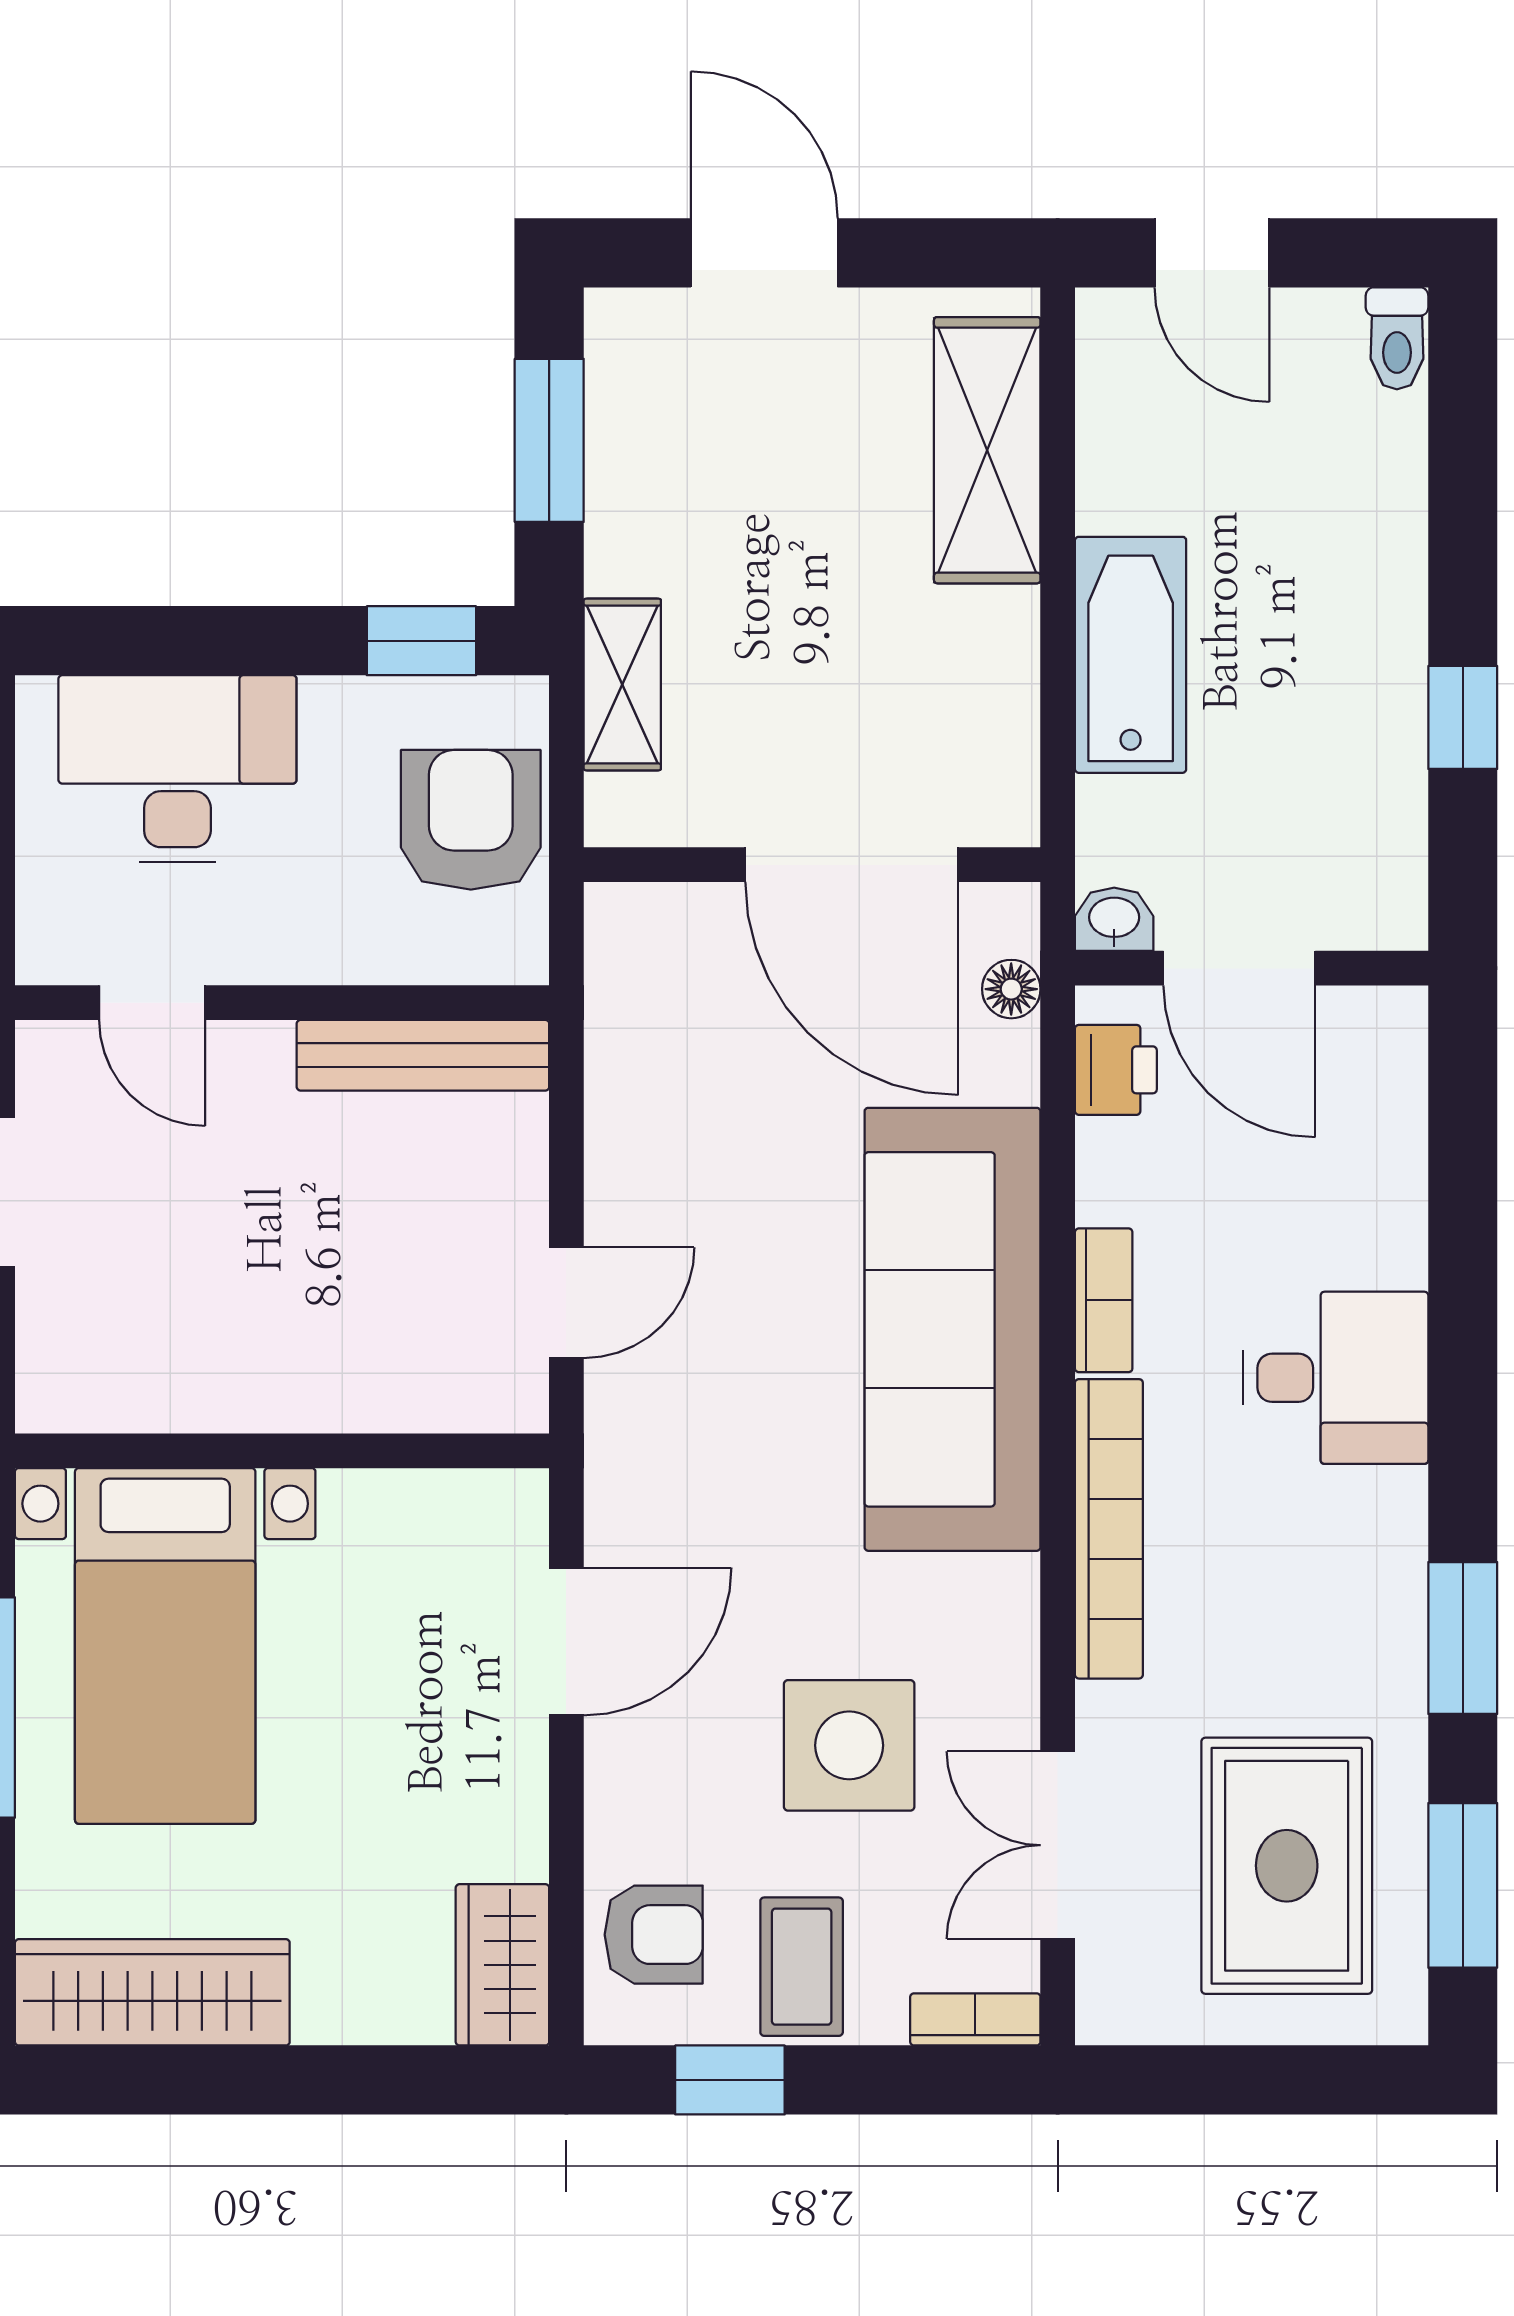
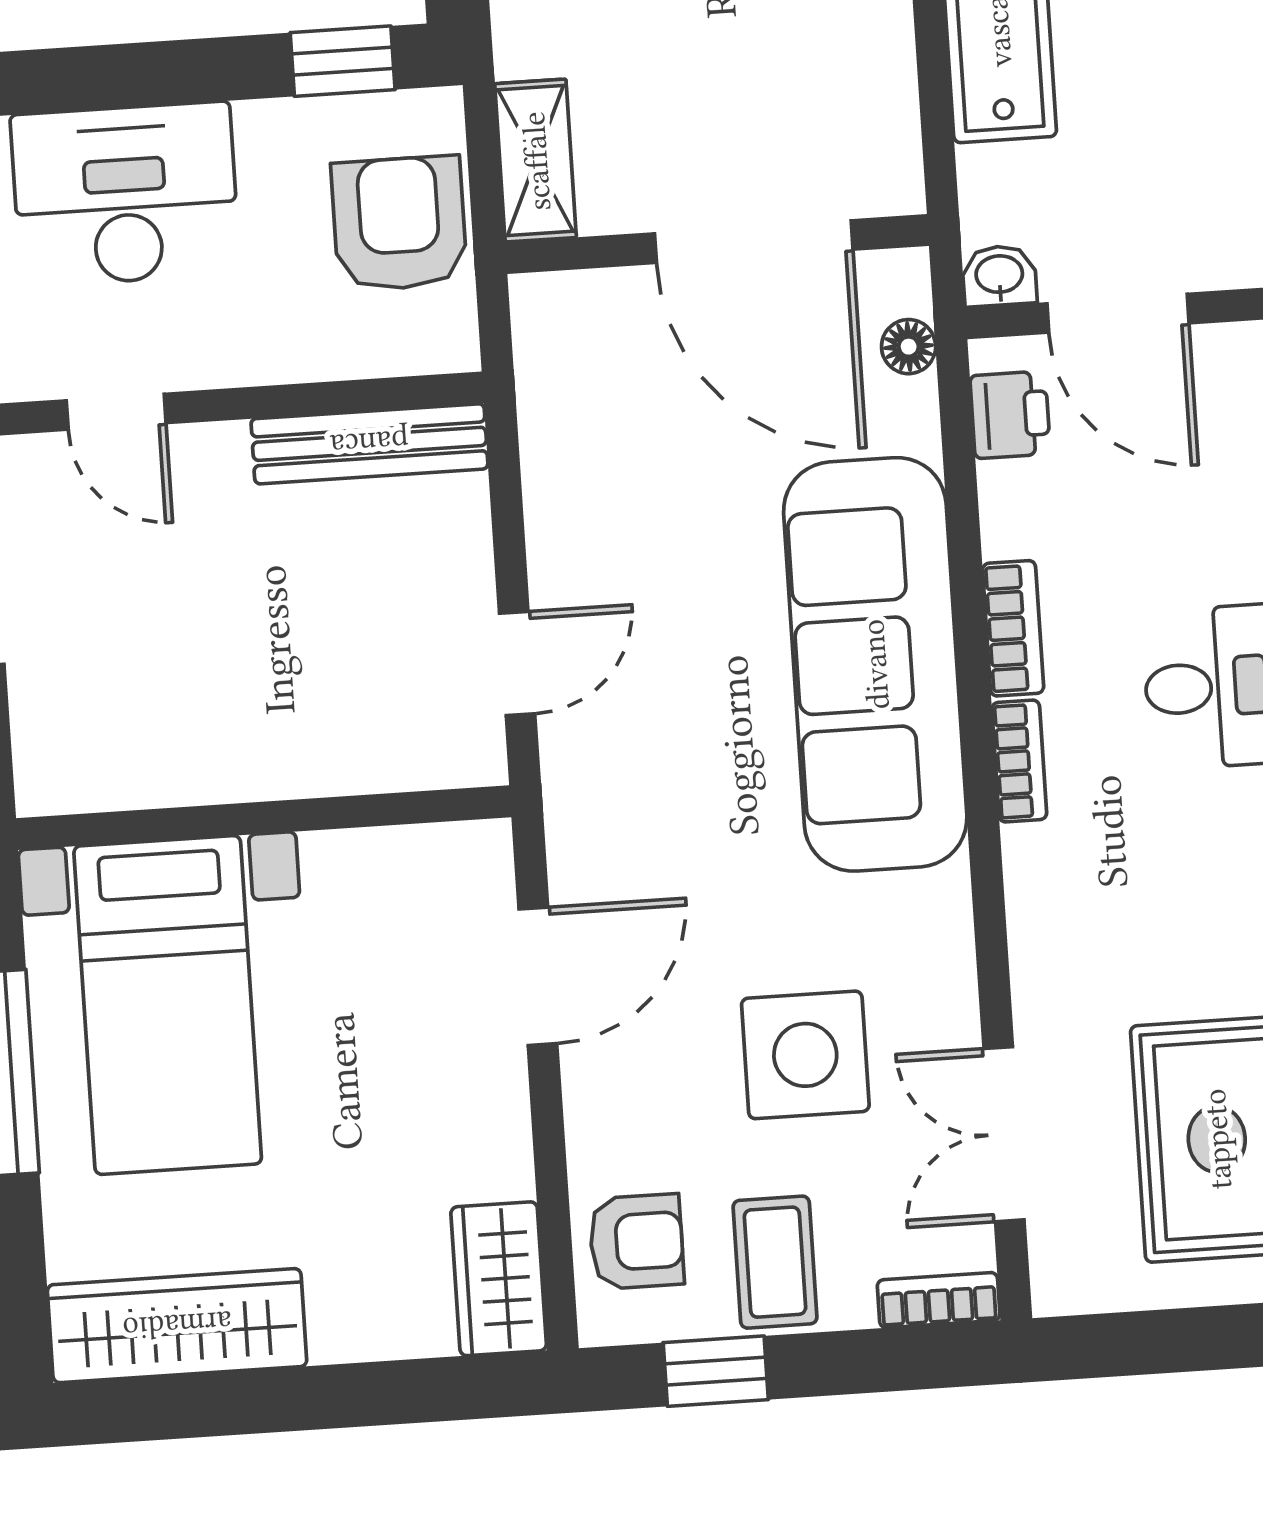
shelving: (622, 685) -> (536, 161), moved
bookcase: (1109, 1529) -> (1019, 761), width x0.43, depth x0.76

